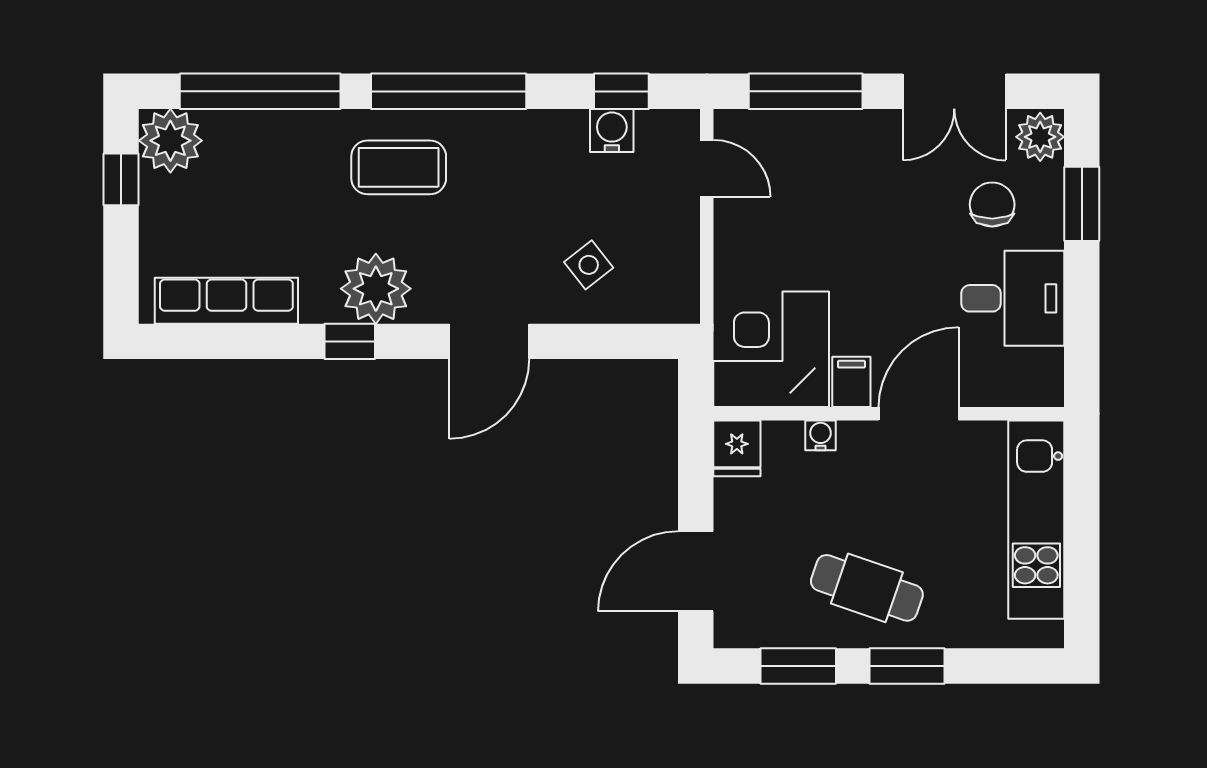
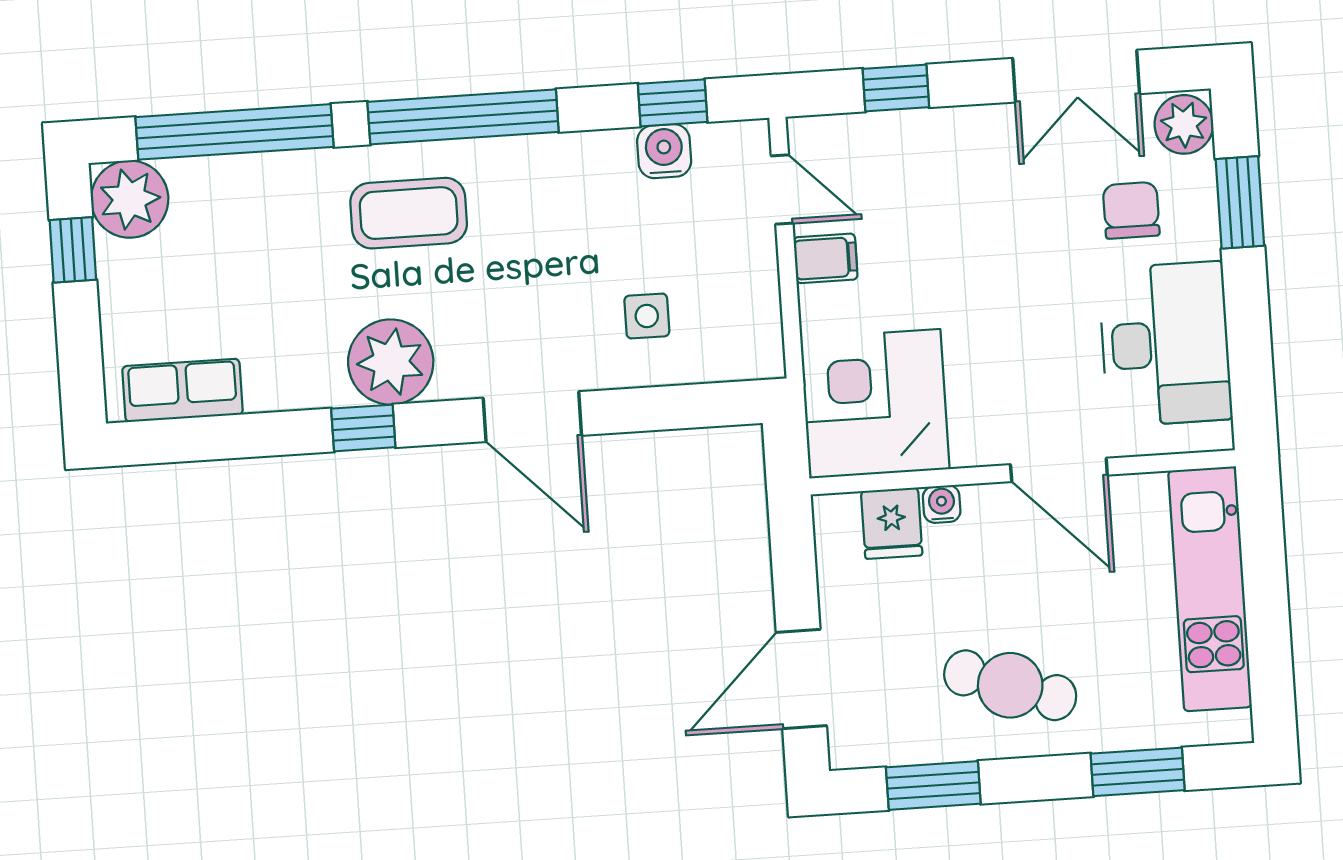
window: (806, 91) -> (896, 88), width x0.46
side table: (589, 265) -> (647, 316), turned 38
desk: (1013, 298) -> (1165, 344), width x1.37
row of seats: (226, 301) -> (182, 390), width x0.68
door: (489, 341) -> (532, 417), hinge flipped
filing cabinet: (851, 382) -> (826, 258), moved, turned 90
door: (919, 414) -> (1059, 470), swing flipped
fridge: (737, 448) -> (892, 523), moved
window: (907, 666) -> (1138, 772), moved

